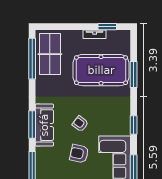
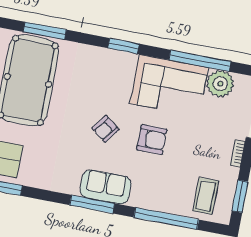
sofa: (44, 125) -> (106, 187), width x0.73
armchair: (79, 154) -> (152, 140), turned -102

